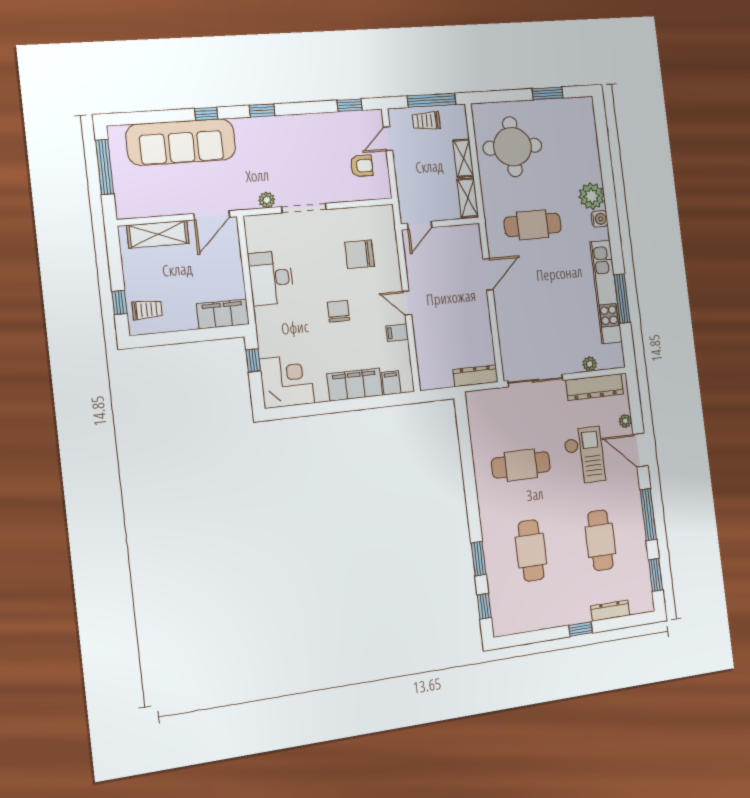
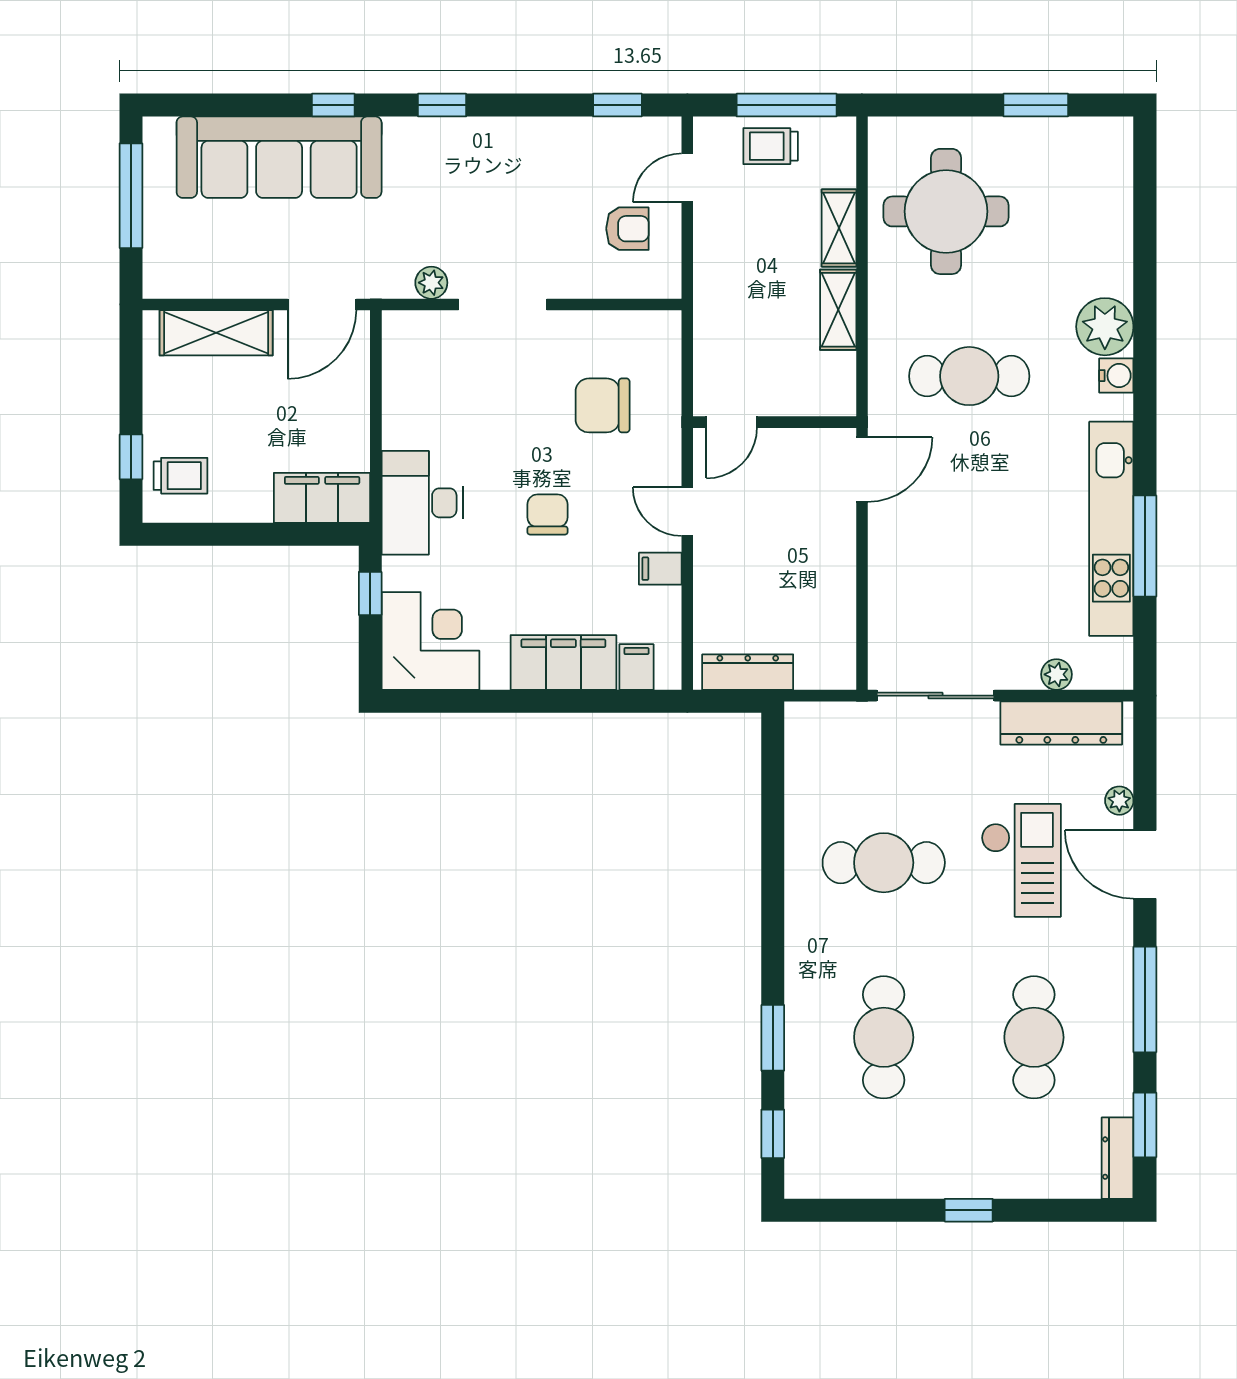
wall: (440, 224) -> (775, 422), moved
door: (420, 225) -> (732, 422), moved
desk: (271, 278) -> (422, 503), moved
dresser: (475, 376) -> (748, 672), moved
dresser: (610, 611) -> (1118, 1158), moved, turned -90

